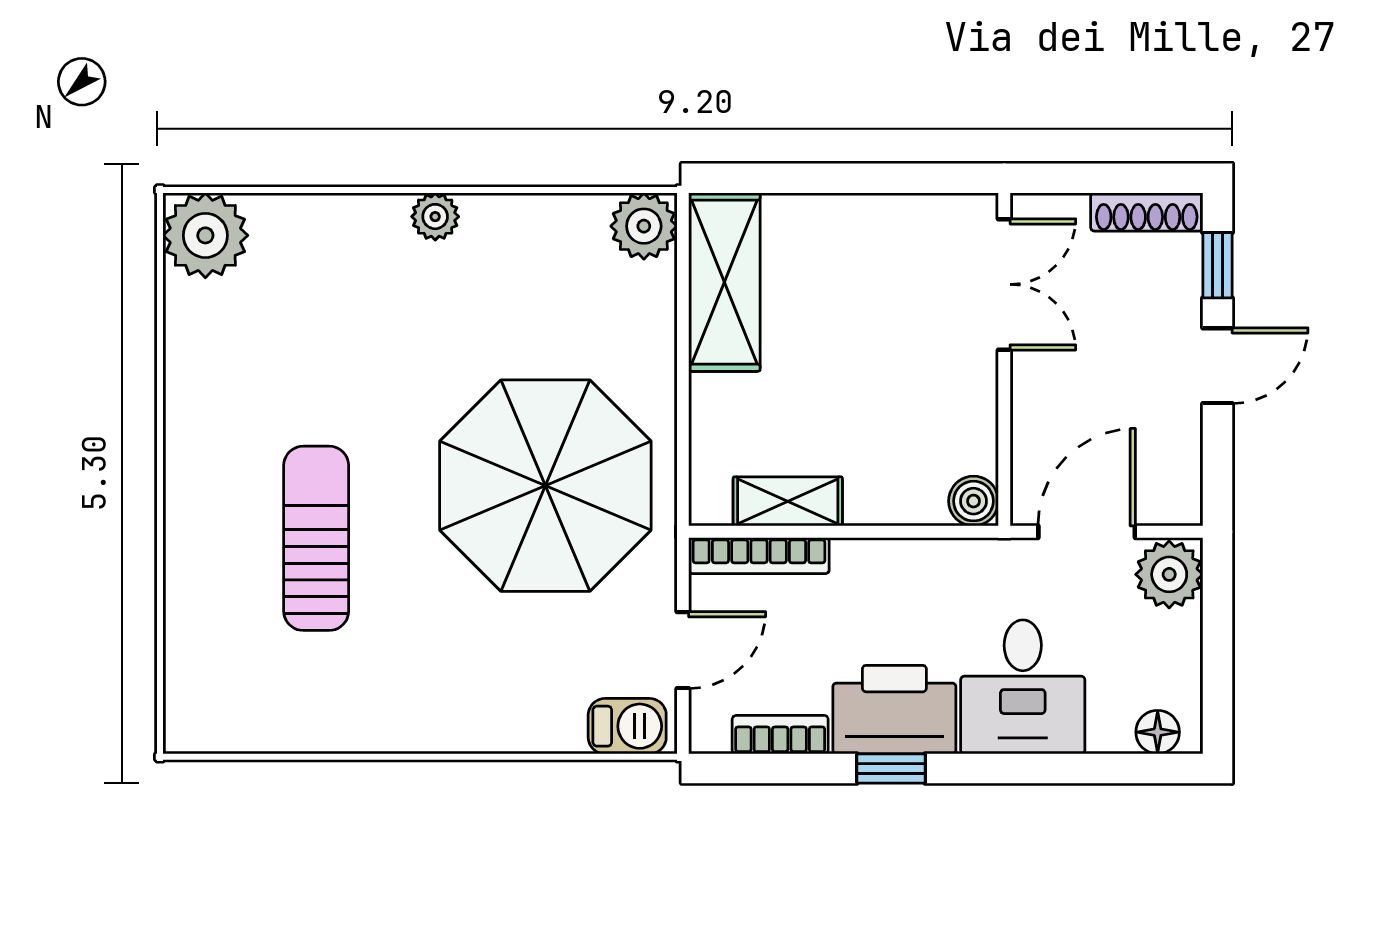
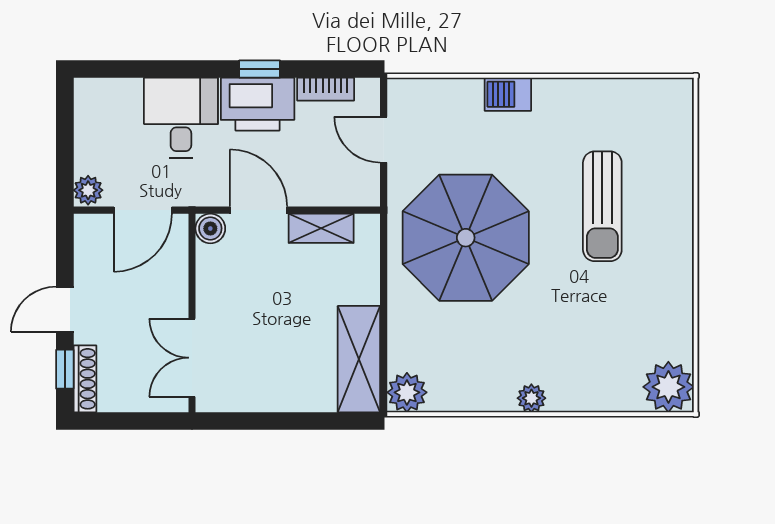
shoe rack: (1147, 212) -> (85, 379), moved, turned 90
door: (893, 532) -> (259, 210), added
bookcase: (759, 556) -> (338, 196), removed
plant: (1169, 574) -> (88, 190), width x0.73, depth x0.73
door: (683, 650) -> (384, 140), hinge flipped
barbecue: (627, 726) -> (508, 94), moved
floor lamp: (1158, 732) -> (101, 91), removed

